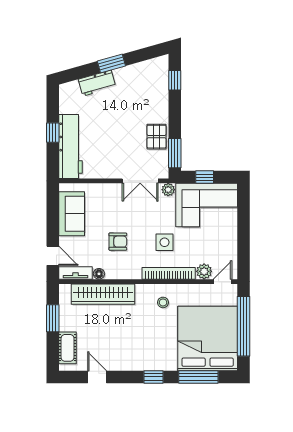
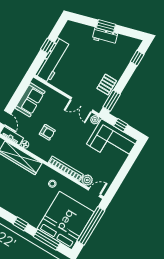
workbench: (97, 83) -> (105, 36), moved
side table: (165, 242) -> (74, 149), removed

